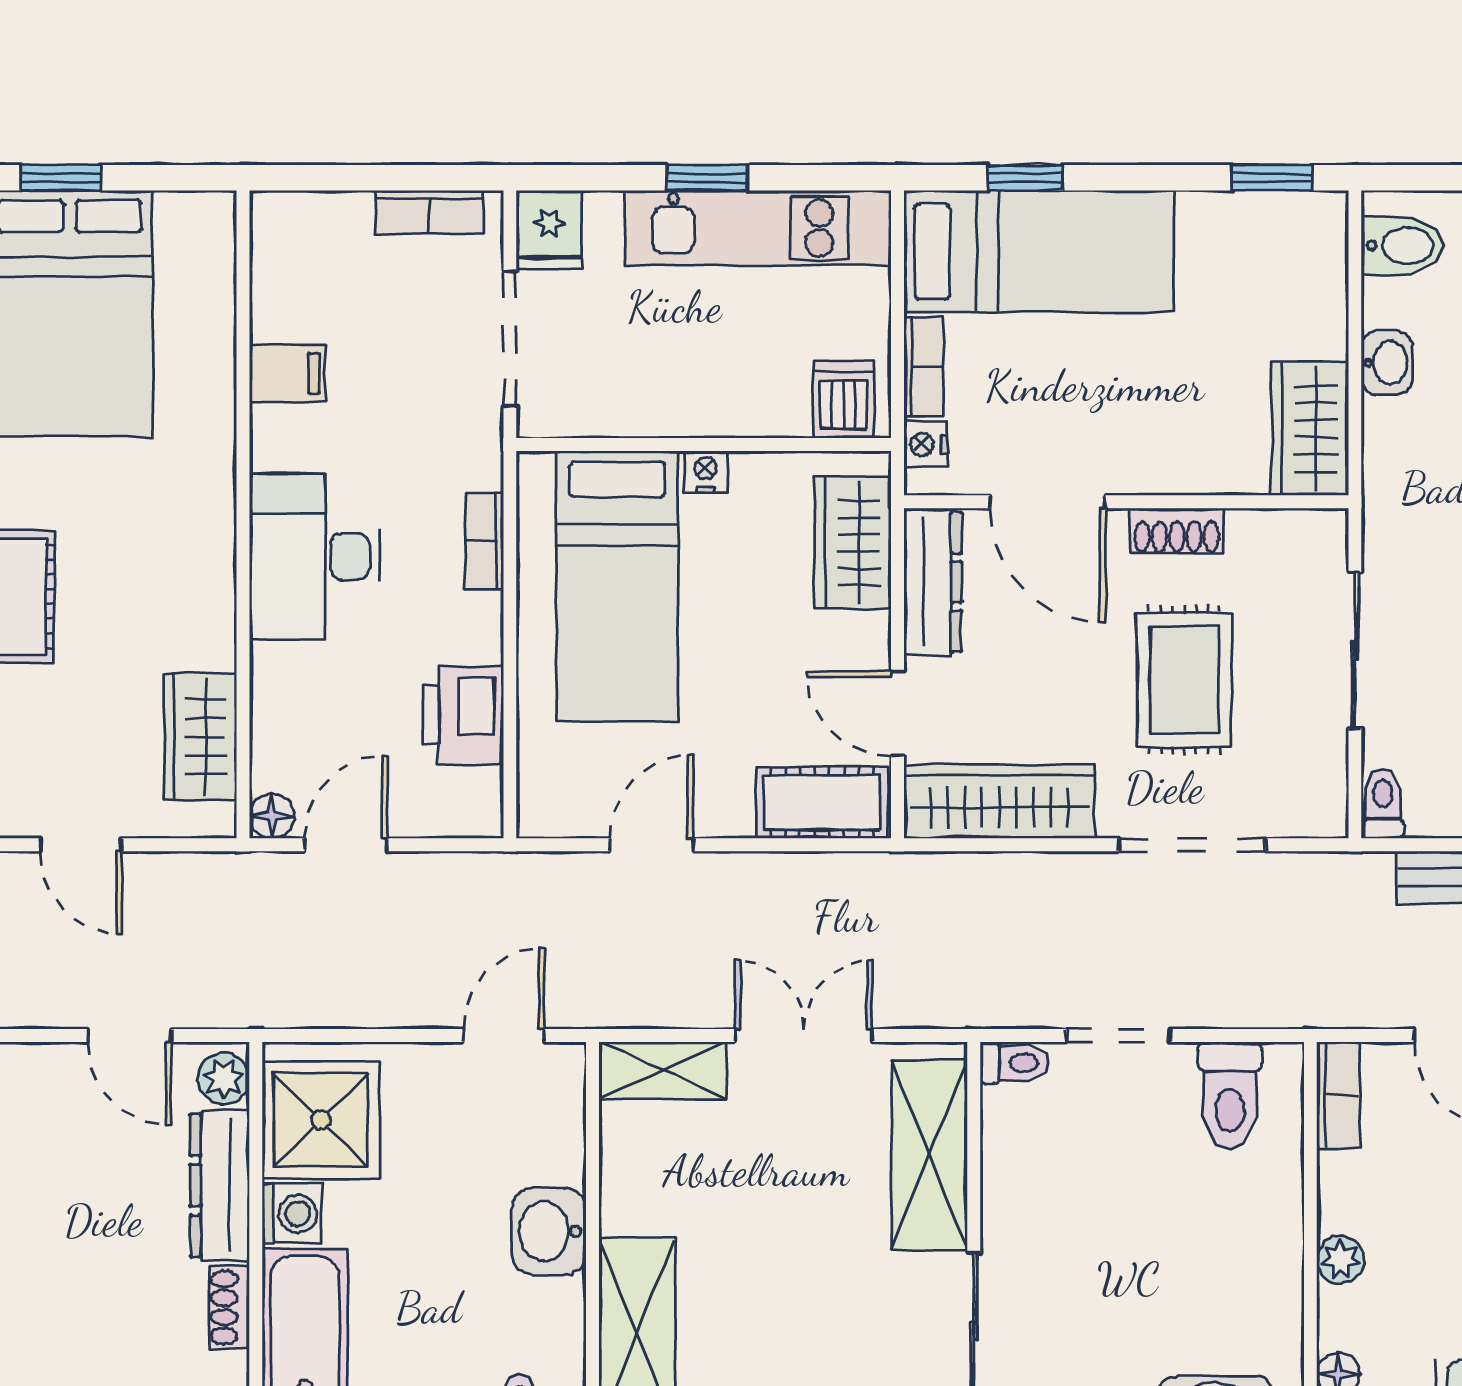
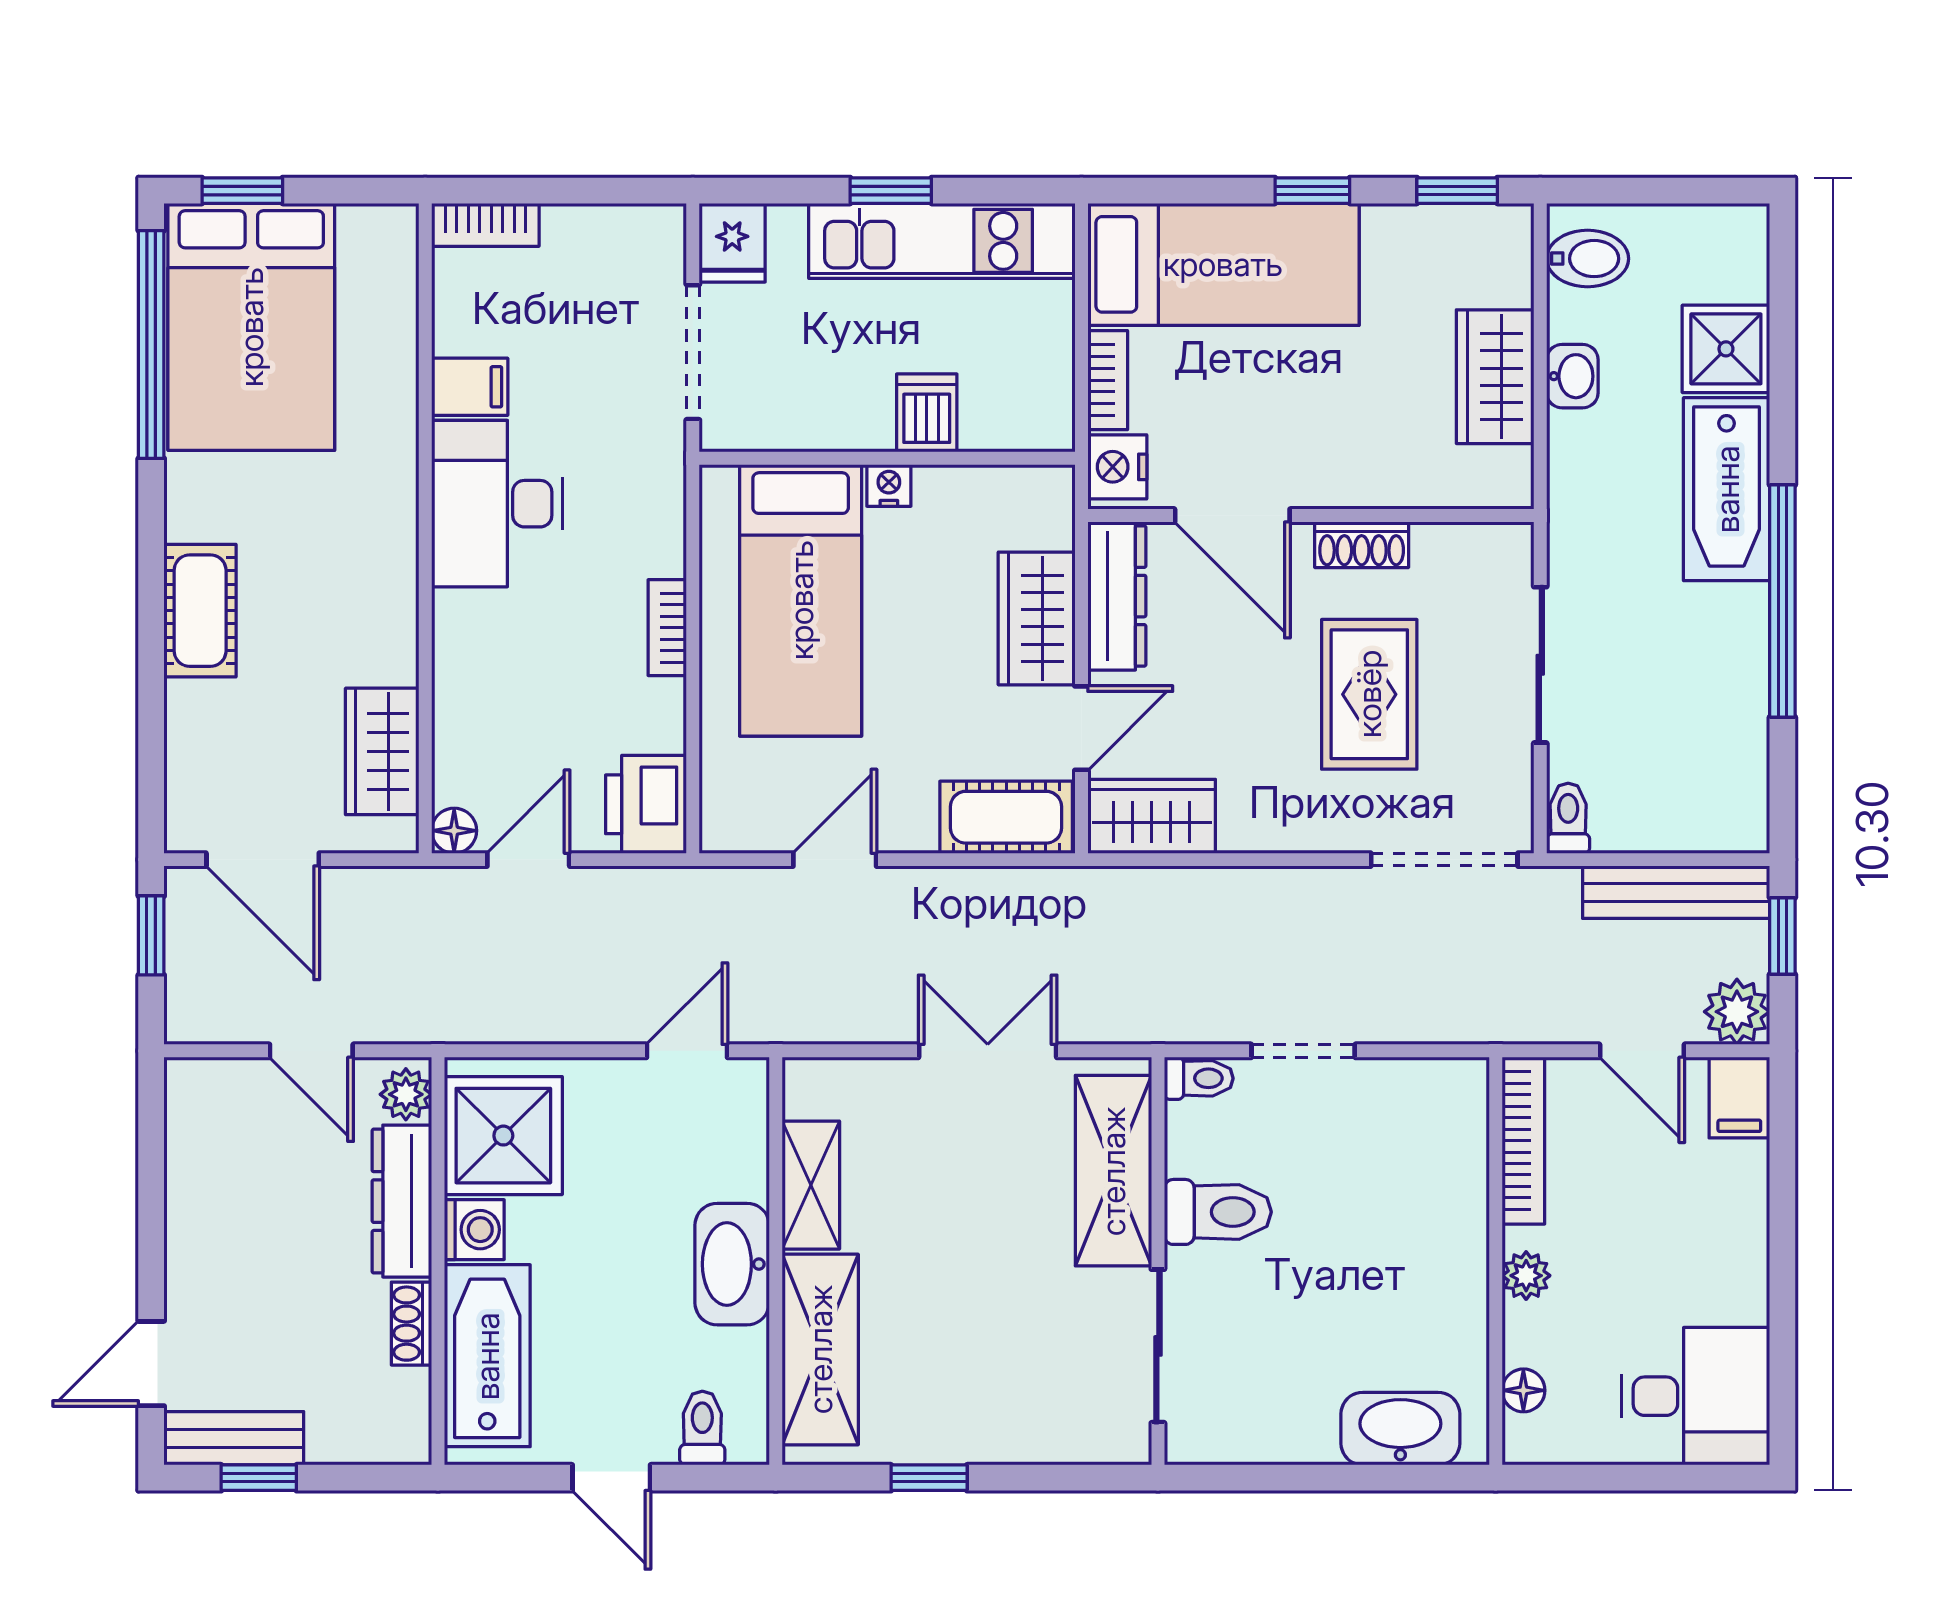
window: (1025, 178) -> (1312, 191), moved
bookcase: (429, 212) -> (485, 225), moved
dishwasher: (844, 399) -> (927, 413), moved
wardrobe: (1310, 429) -> (1495, 377), moved
nightstand: (926, 444) -> (1117, 467), width x1.39, depth x1.35
bookcase: (484, 541) -> (667, 628), moved
wardrobe: (853, 543) -> (1037, 618), moved
desk: (315, 556) -> (497, 504), moved
door: (897, 714) -> (1081, 728), swing flipped
printer: (463, 715) -> (646, 804), moved
wardrobe: (999, 802) -> (1152, 816), width x0.67
door: (81, 845) -> (263, 860), width x1.38
doorway: (1192, 845) -> (1444, 860), moved
shelving: (663, 1070) -> (811, 1185), moved, turned 90
toilet: (1230, 1095) -> (1218, 1212), moved, turned -90
bookcase: (1338, 1095) -> (1523, 1141), width x1.56
washbasin: (549, 1231) -> (732, 1264), width x1.38

